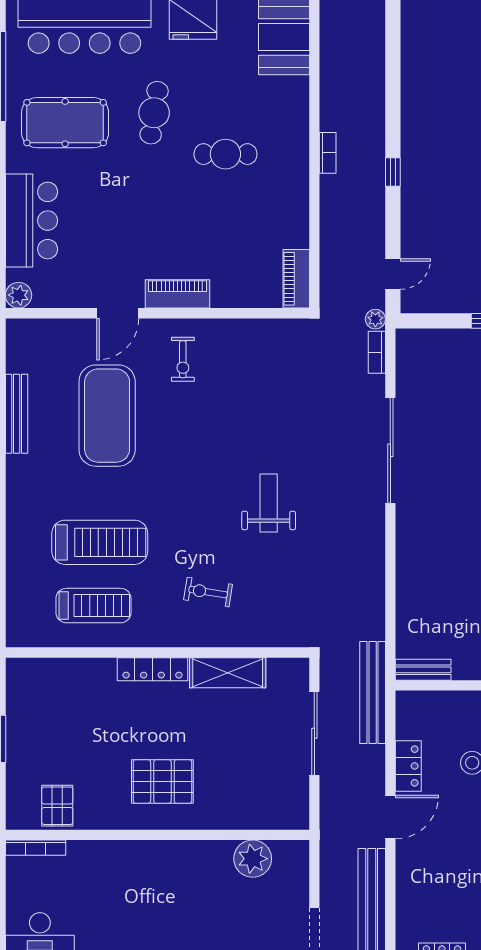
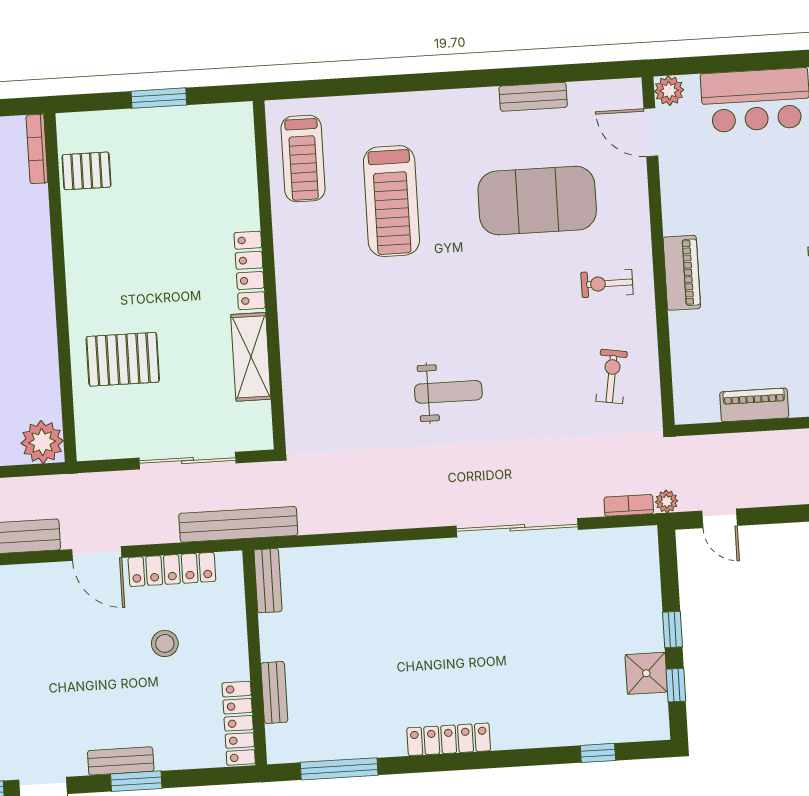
piano: (296, 279) -> (754, 405), moved
door: (118, 313) -> (651, 132), moved
bench: (17, 414) -> (533, 97), width x0.73
exercise bike: (208, 592) -> (612, 376), moved
treadmill: (93, 606) -> (303, 159), moved
locker: (408, 766) -> (172, 569), width x1.53
pallet: (162, 782) -> (123, 359), moved, turned 90
plant: (253, 859) -> (42, 442), moved

